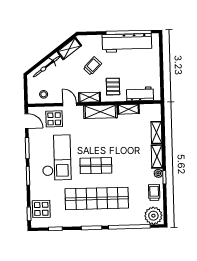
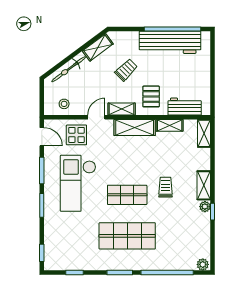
door: (70, 104) -> (96, 117), hinge flipped
shelving: (156, 133) -> (204, 133), moved
checkout: (56, 157) -> (78, 183), turned 180
trolley: (154, 192) -> (166, 187), moved
shop shelf: (97, 198) -> (127, 236), width x0.71
display table: (41, 209) -> (57, 247), removed
plant: (153, 216) -> (203, 264), width x0.53, depth x0.53

